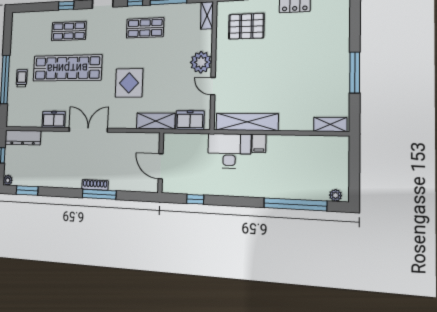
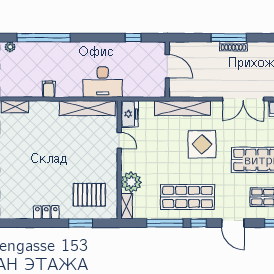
shop shelf: (145, 28) -> (188, 197), width x1.43, depth x1.36
plant: (201, 62) -> (131, 182), moved
freezer: (190, 120) -> (129, 114), moved, turned -90
shelving: (156, 121) -> (182, 108), width x1.47
filing cabinet: (259, 143) -> (49, 89), moved

